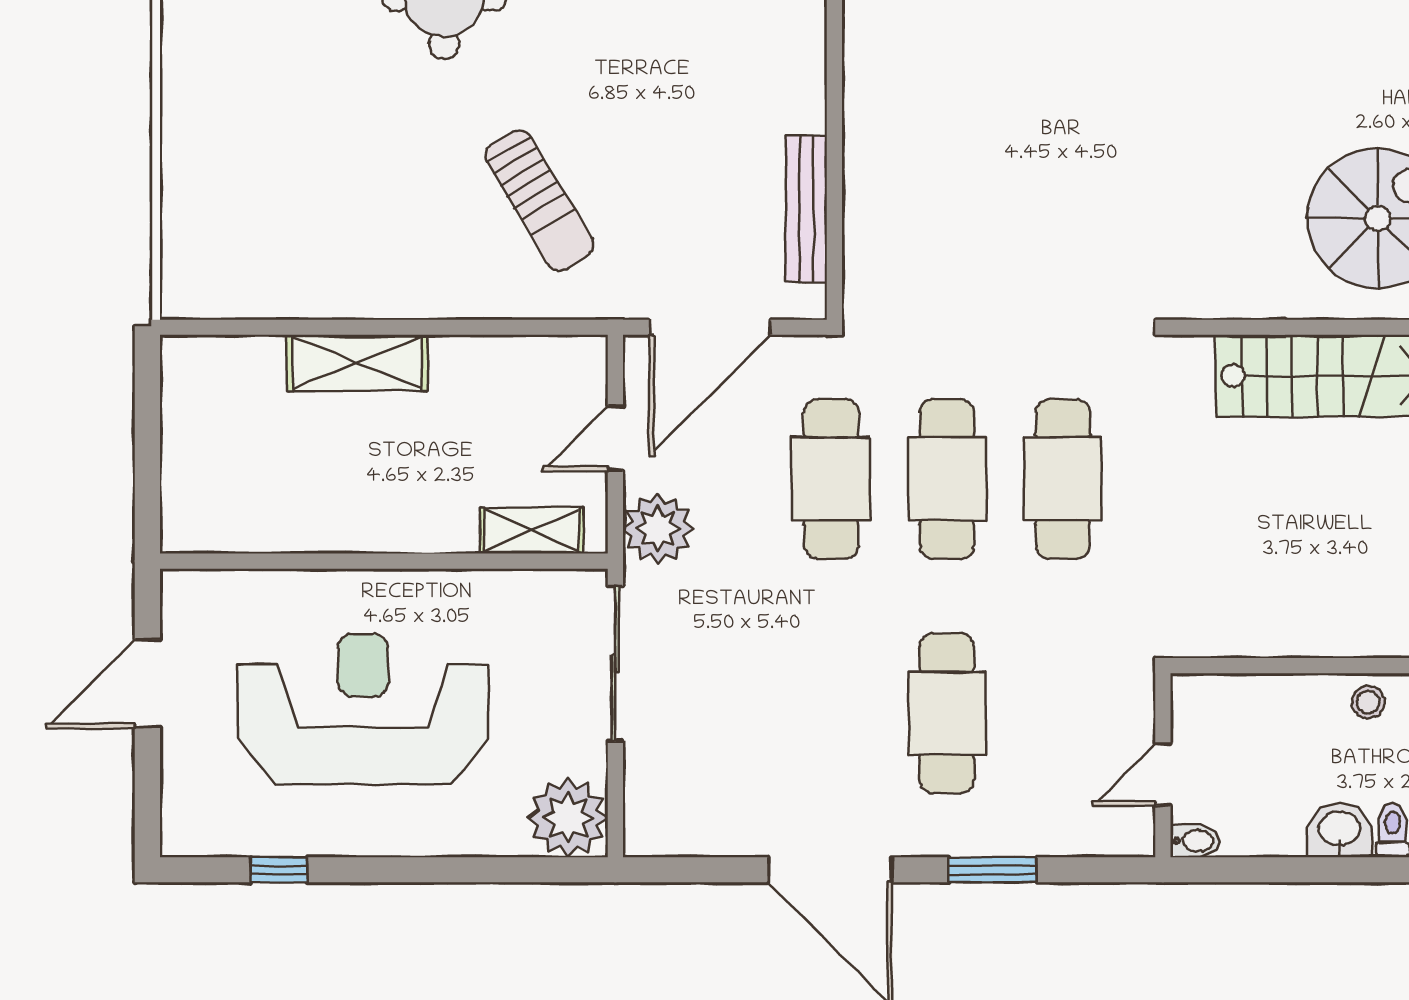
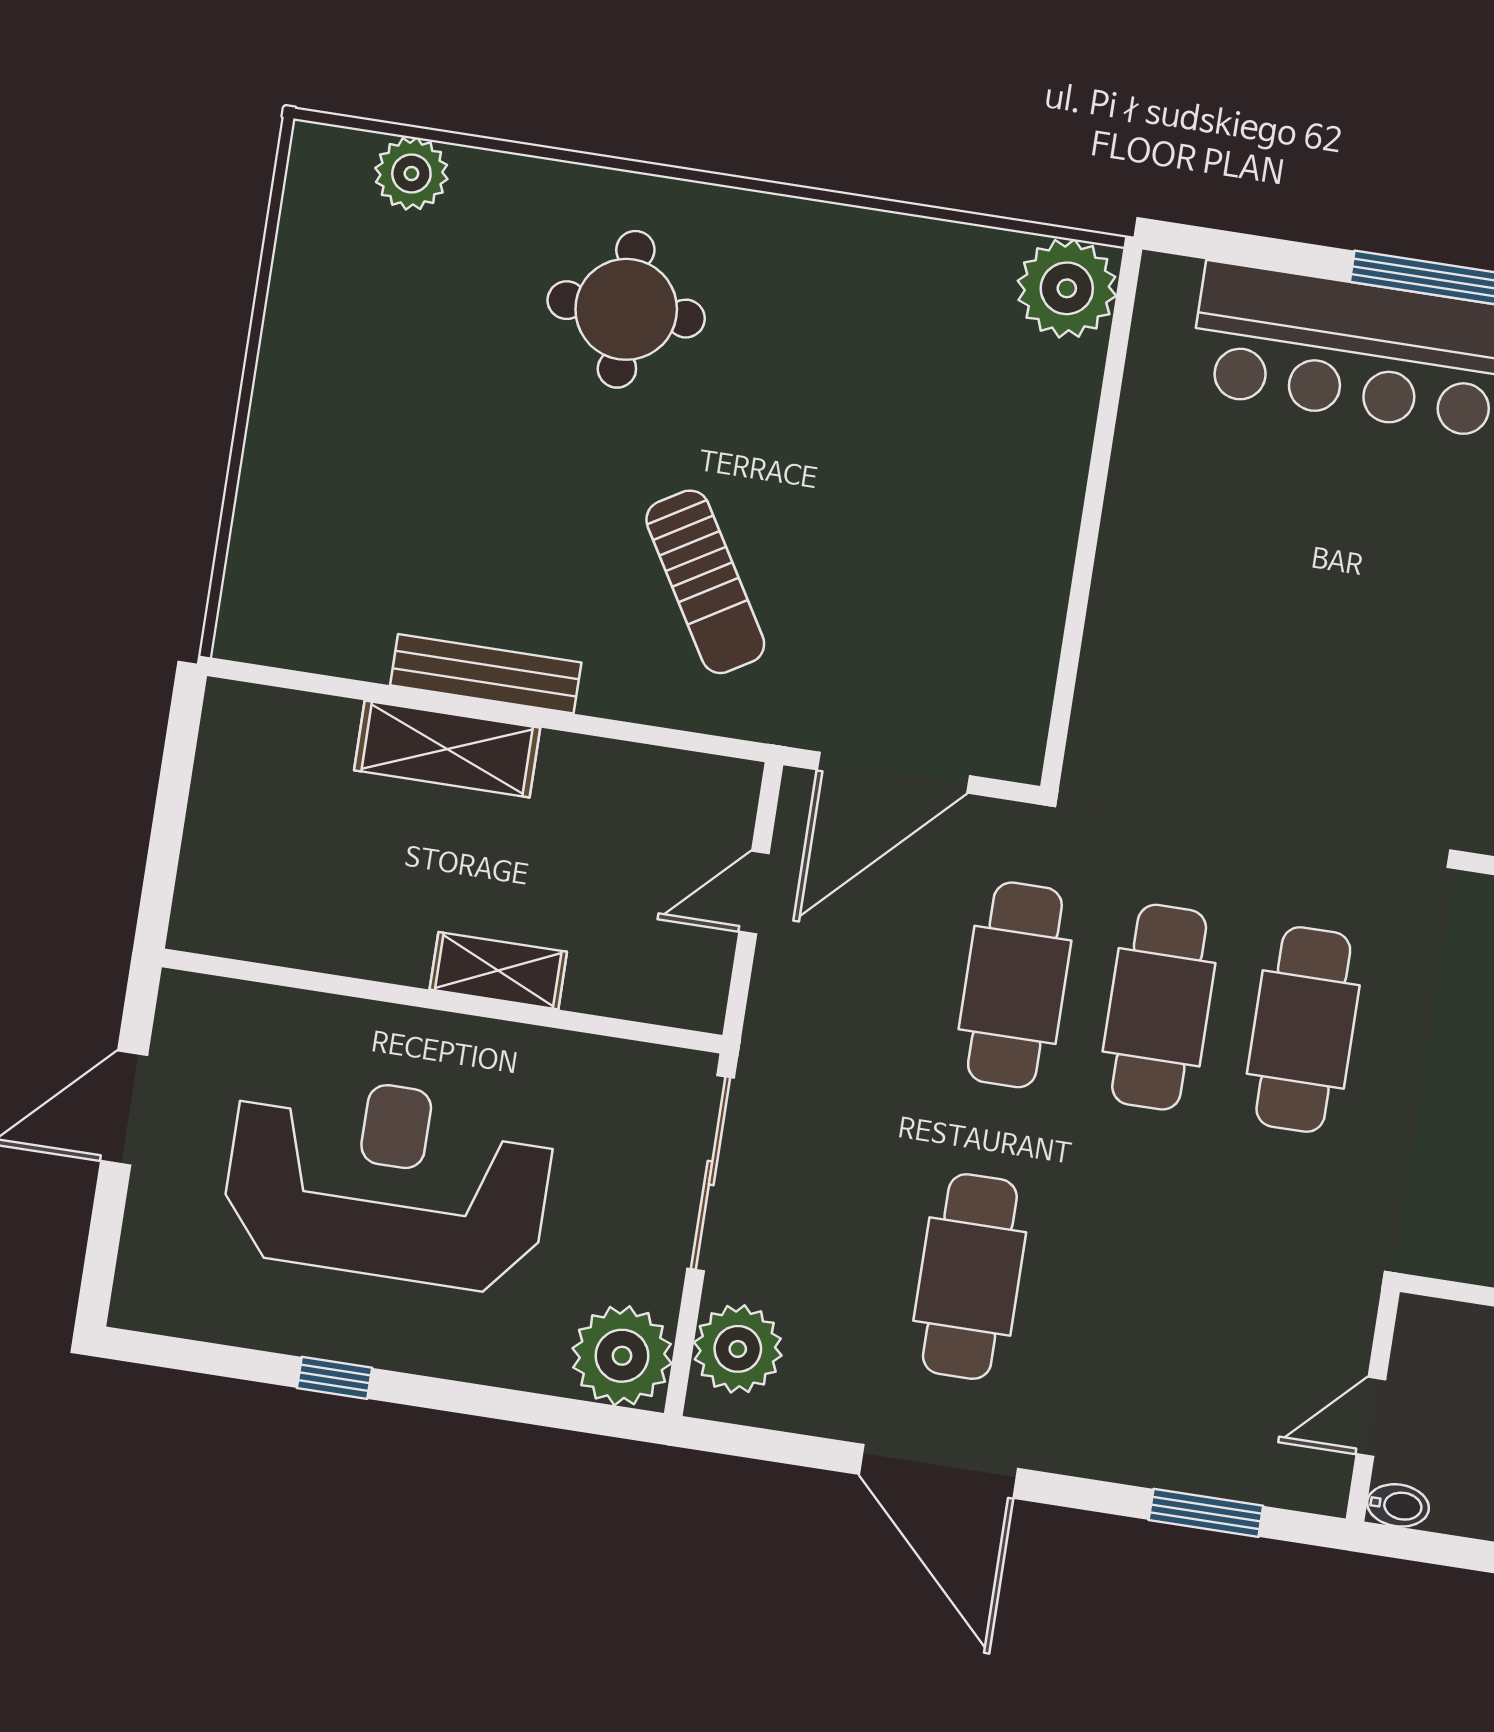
bench: (806, 209) -> (486, 674), moved, turned 90
plant: (658, 529) -> (738, 1349), moved
shelving: (532, 531) -> (498, 971), moved
cafe table: (947, 713) -> (970, 1277), moved
window: (279, 870) -> (335, 1378), moved
window: (993, 870) -> (1206, 1513), moved

